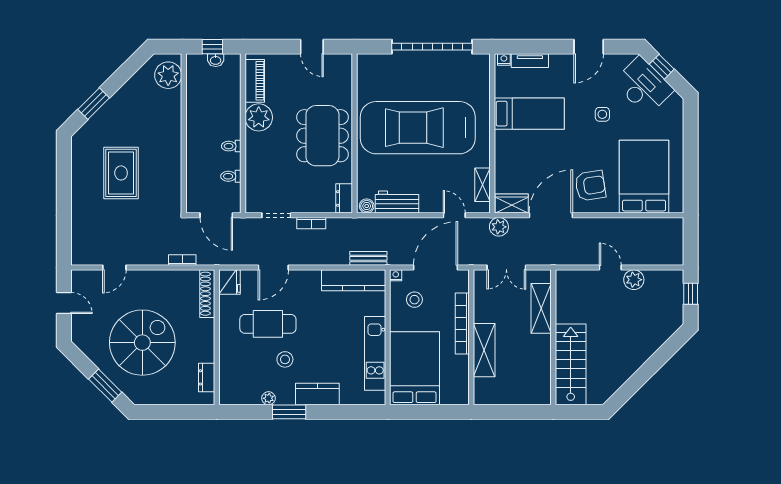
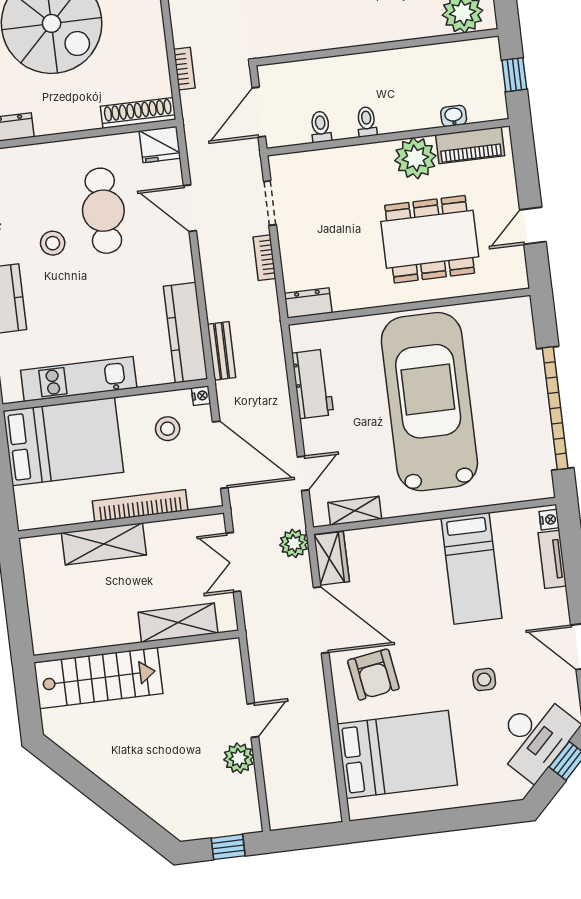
washbasin: (216, 60) -> (454, 116), moved, turned 90
dining table: (322, 136) -> (430, 239), moved
boiler: (367, 206) -> (301, 339), removed

